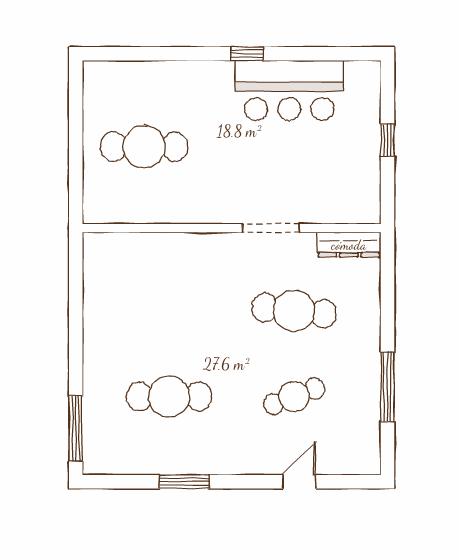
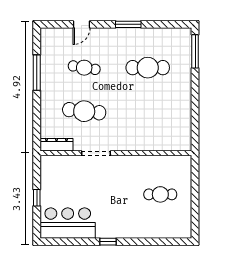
bar counter: (289, 90) -> (68, 223), moved
cafe table: (144, 147) -> (160, 194), width x0.73, depth x0.74
cafe table: (294, 396) -> (84, 68), turned 30
window: (184, 482) -> (128, 24), moved

